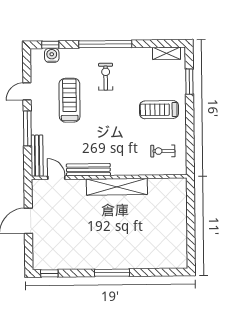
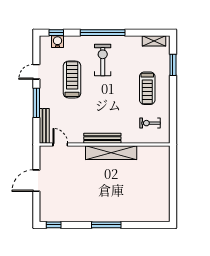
exercise bike: (106, 77) -> (103, 60), width x1.38, depth x1.39
treadmill: (159, 110) -> (147, 88), turned -90
bench: (88, 170) -> (102, 138), moved

